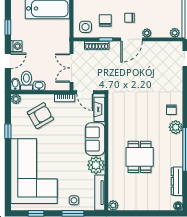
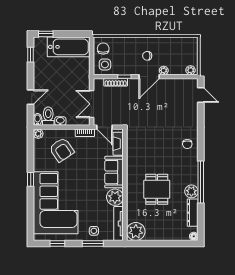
chair: (105, 21) -> (103, 49), moved
window: (8, 27) -> (31, 55), moved
washing machine: (16, 46) -> (39, 83), removed
armchair: (40, 116) -> (62, 150), turned 86
plant: (176, 127) -> (191, 191), moved
window: (8, 131) -> (31, 179), moved
plant: (113, 205) -> (136, 231), width x1.88, depth x1.88

